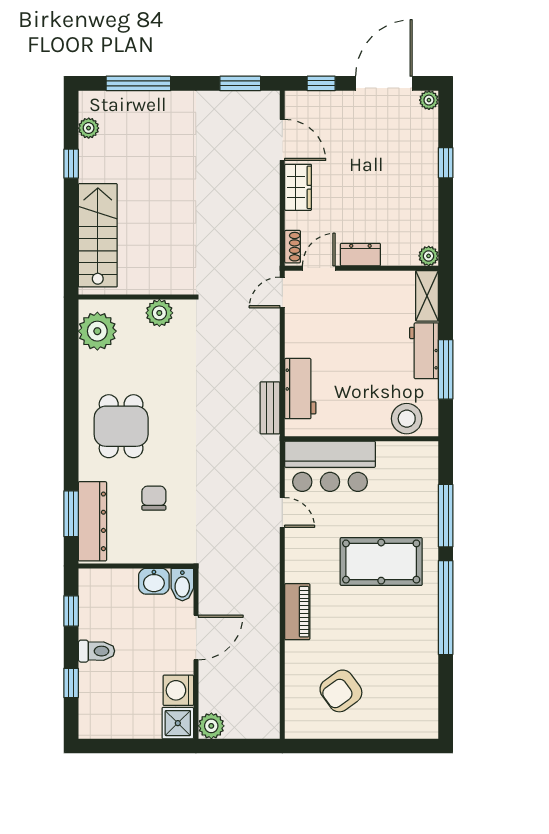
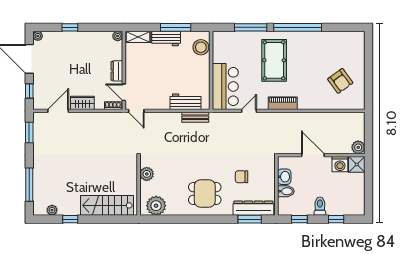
bidet: (182, 585) -> (286, 191), moved
piano: (297, 612) -> (283, 103), moved

